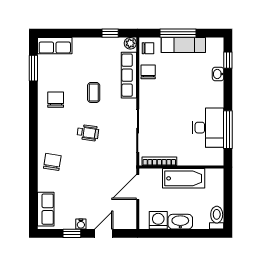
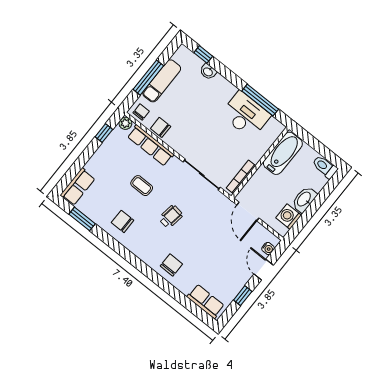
chair: (52, 162) -> (171, 265), turned 81
bathtub: (184, 178) -> (283, 153), moved
water cooler: (81, 224) -> (268, 248), moved

